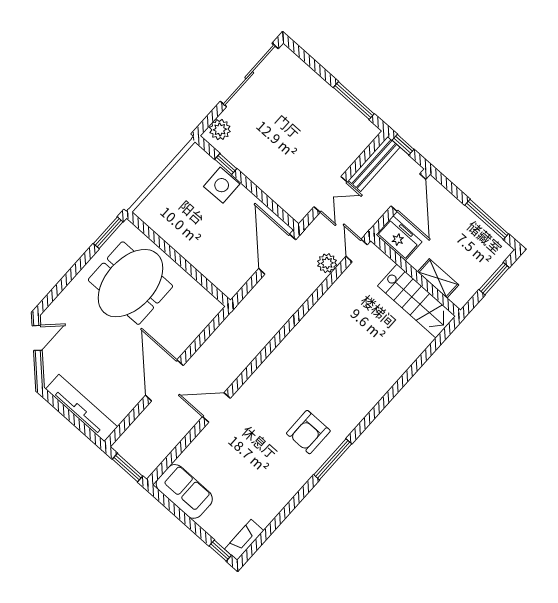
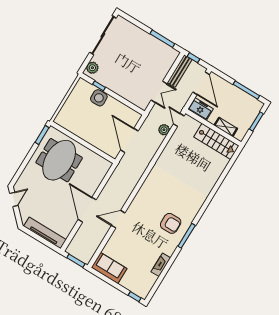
door: (277, 254) -> (129, 140), moved
armchair: (308, 432) -> (171, 223), turned -90
fireplace: (244, 540) -> (161, 265), moved

